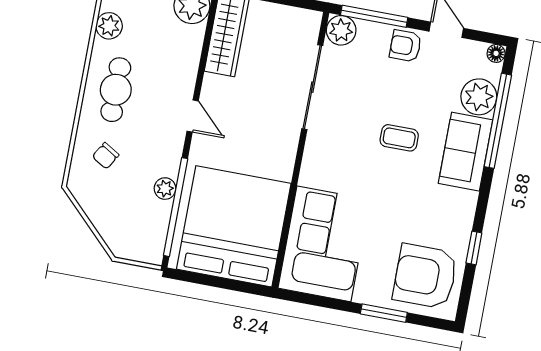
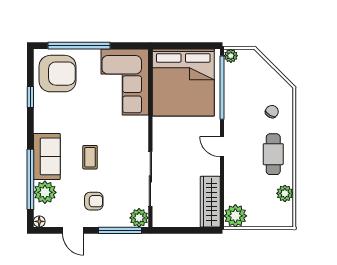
armchair: (406, 46) -> (94, 201), moved
coffee table: (399, 138) -> (90, 157), turned 90
plant: (165, 189) -> (231, 56), moved
window: (384, 313) -> (79, 46), width x2.11

